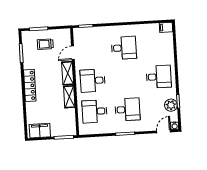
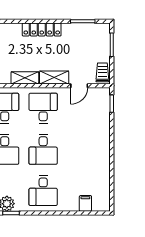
filing cabinet: (166, 27) -> (85, 203), moved
trolley: (45, 44) -> (102, 72), moved
desk: (124, 48) -> (43, 149), moved
door: (73, 53) -> (79, 86), swing flipped

